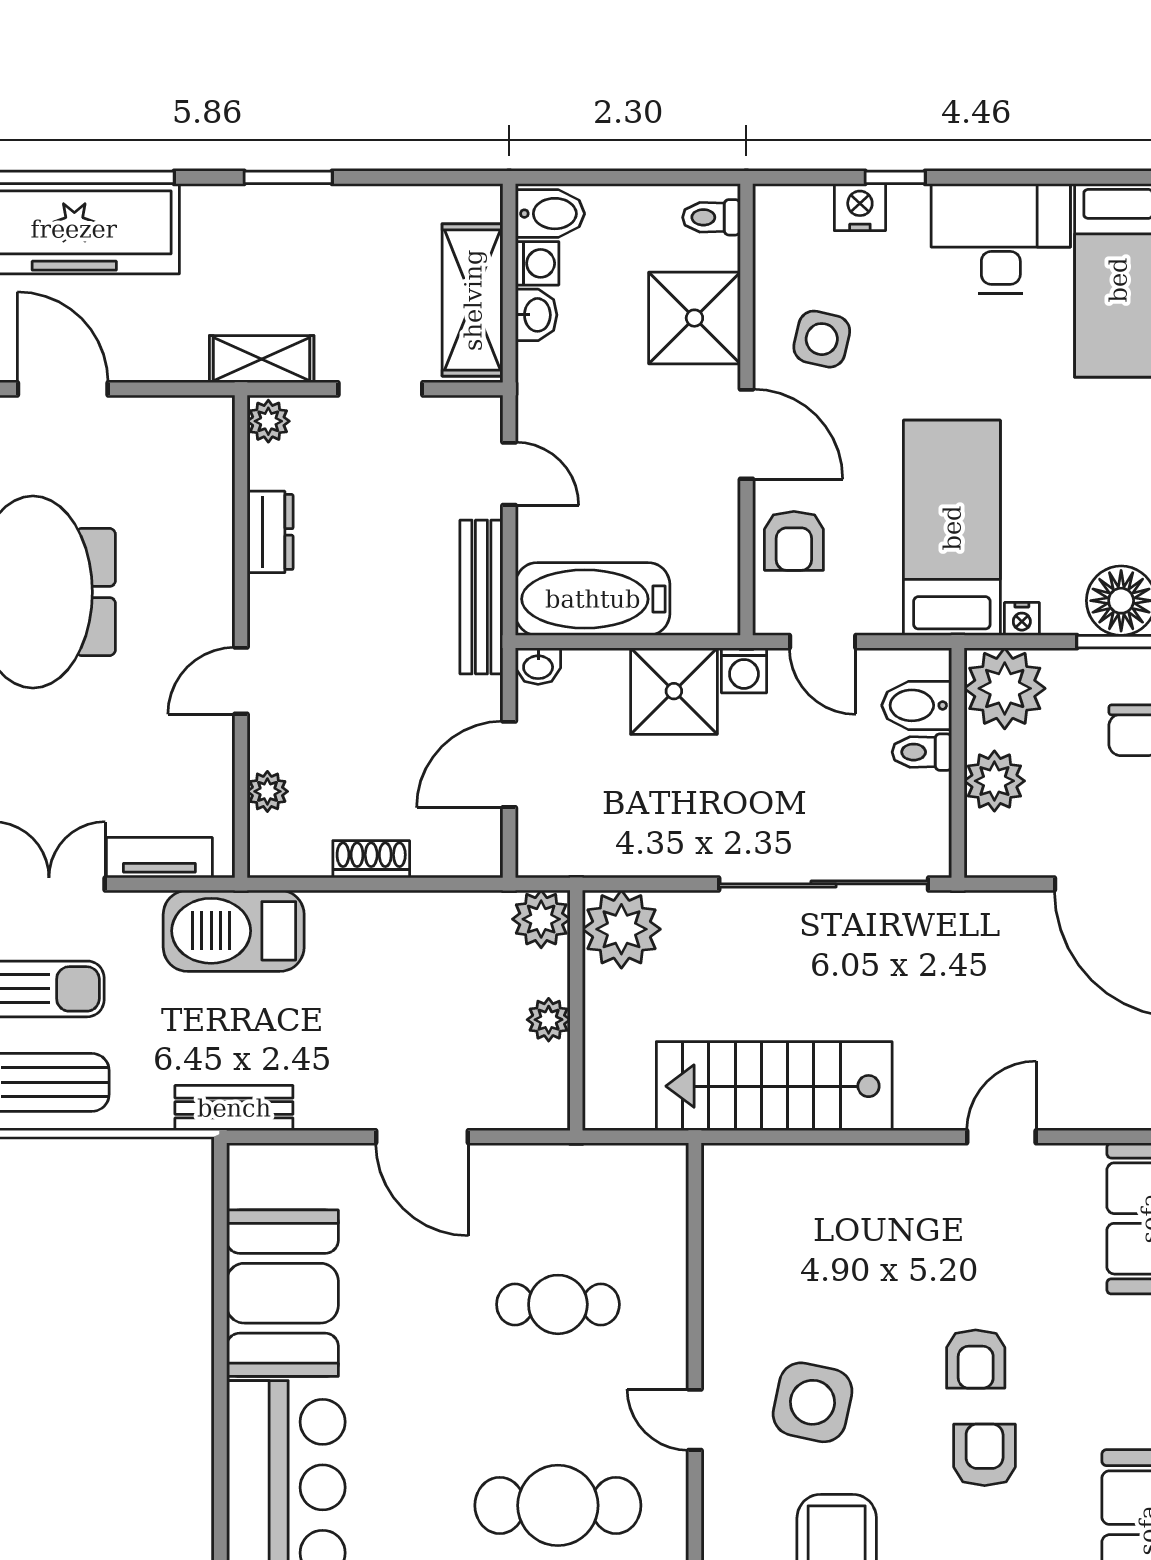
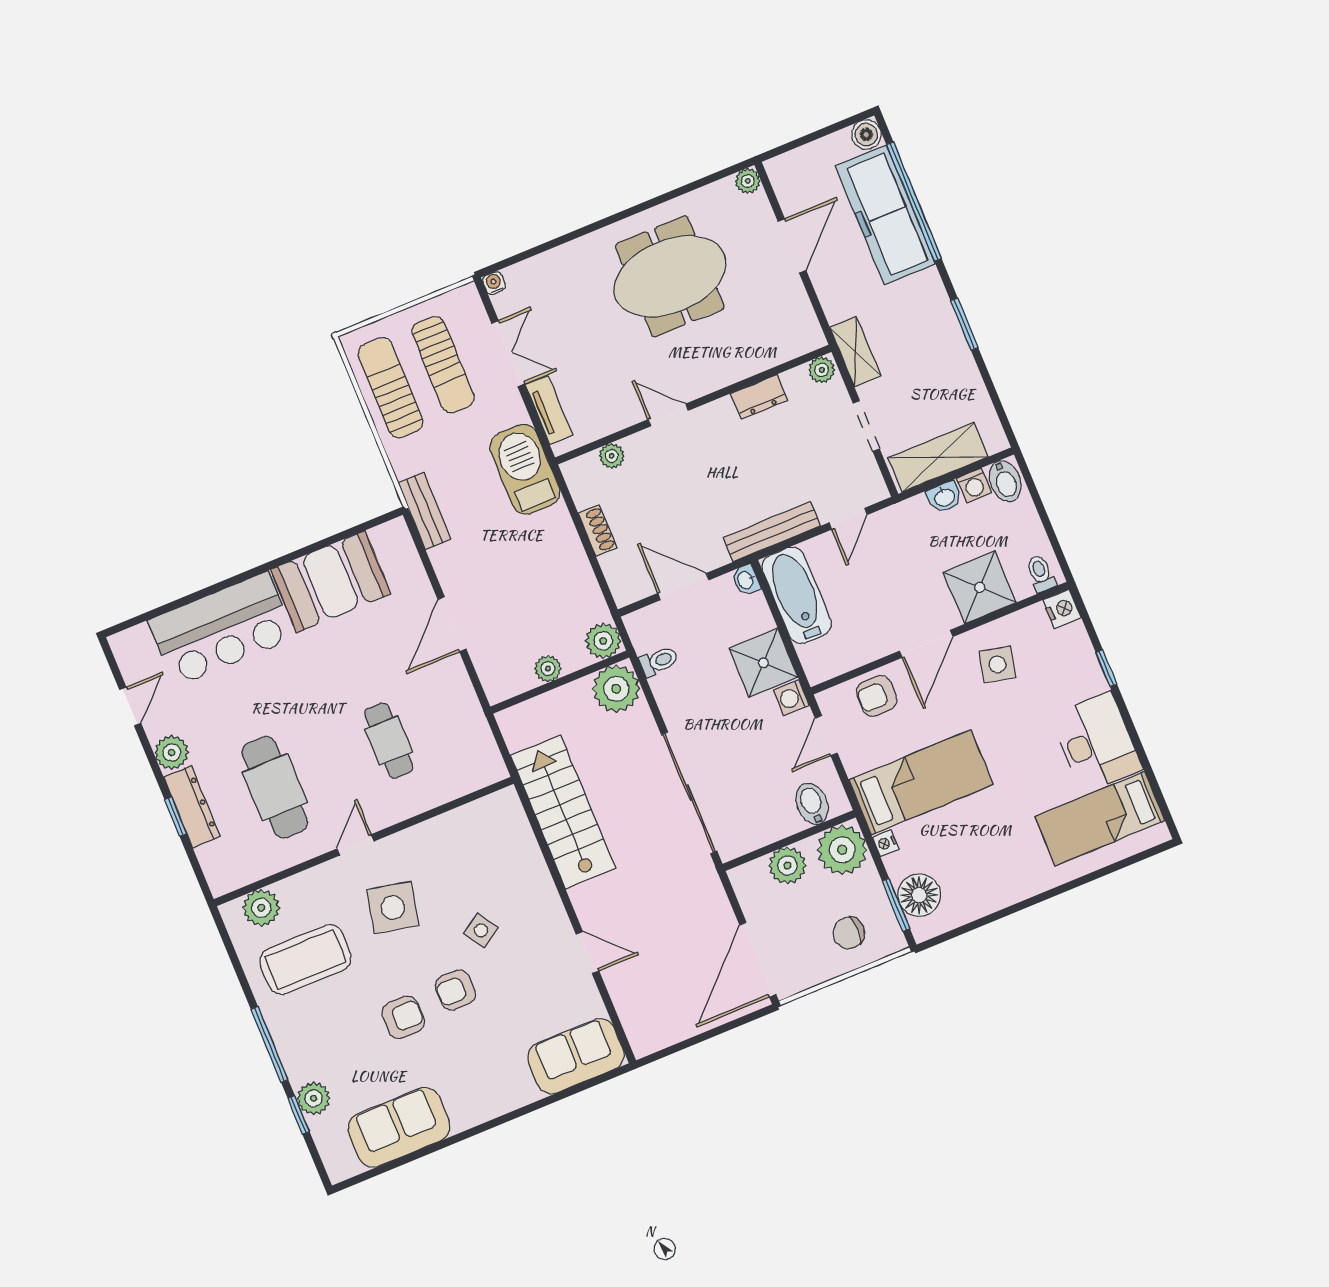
nightstand: (860, 207) -> (1062, 609), moved
toilet: (922, 752) -> (659, 661), moved, turned 90
side table: (902, 1284) -> (481, 930), added

